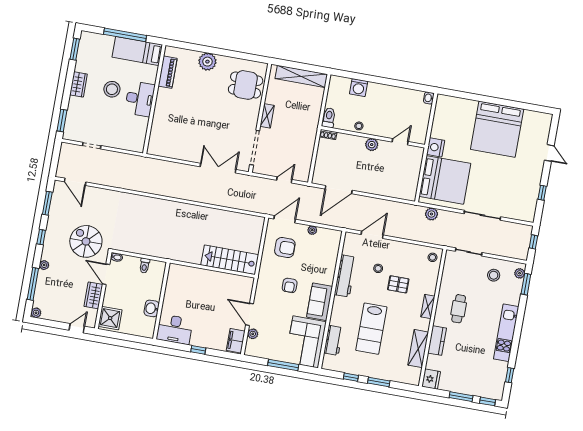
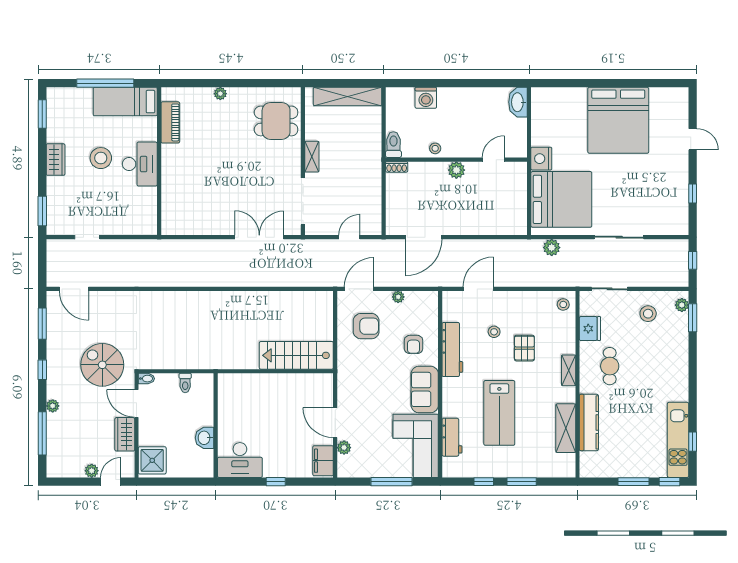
plant: (207, 62) -> (220, 94), width x0.53, depth x0.53
washbasin: (429, 98) -> (518, 102), width x1.91, depth x1.45
pallet: (398, 284) -> (524, 348), turned 90
armchair: (290, 285) -> (413, 344), moved
plant: (36, 313) -> (92, 471), moved
kitchen unit: (506, 333) -> (678, 440), moved
kitchen counter: (437, 341) -> (589, 422), width x1.50
fridge: (431, 379) -> (590, 329), moved

